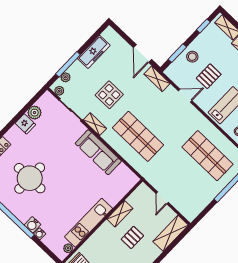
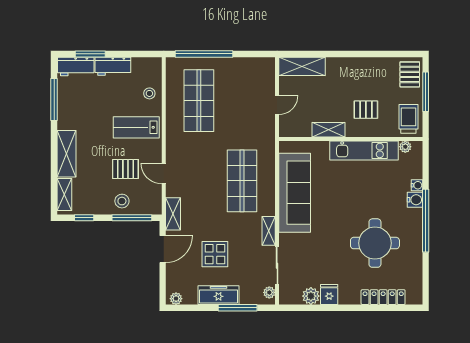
freezer: (94, 52) -> (219, 295), moved
window: (177, 53) -> (132, 218), width x1.44
plant: (65, 77) -> (176, 299), moved
display table: (109, 95) -> (215, 254), moved
sofa: (98, 152) -> (295, 193), width x1.36, depth x1.27
pallet: (132, 237) -> (366, 110), moved

